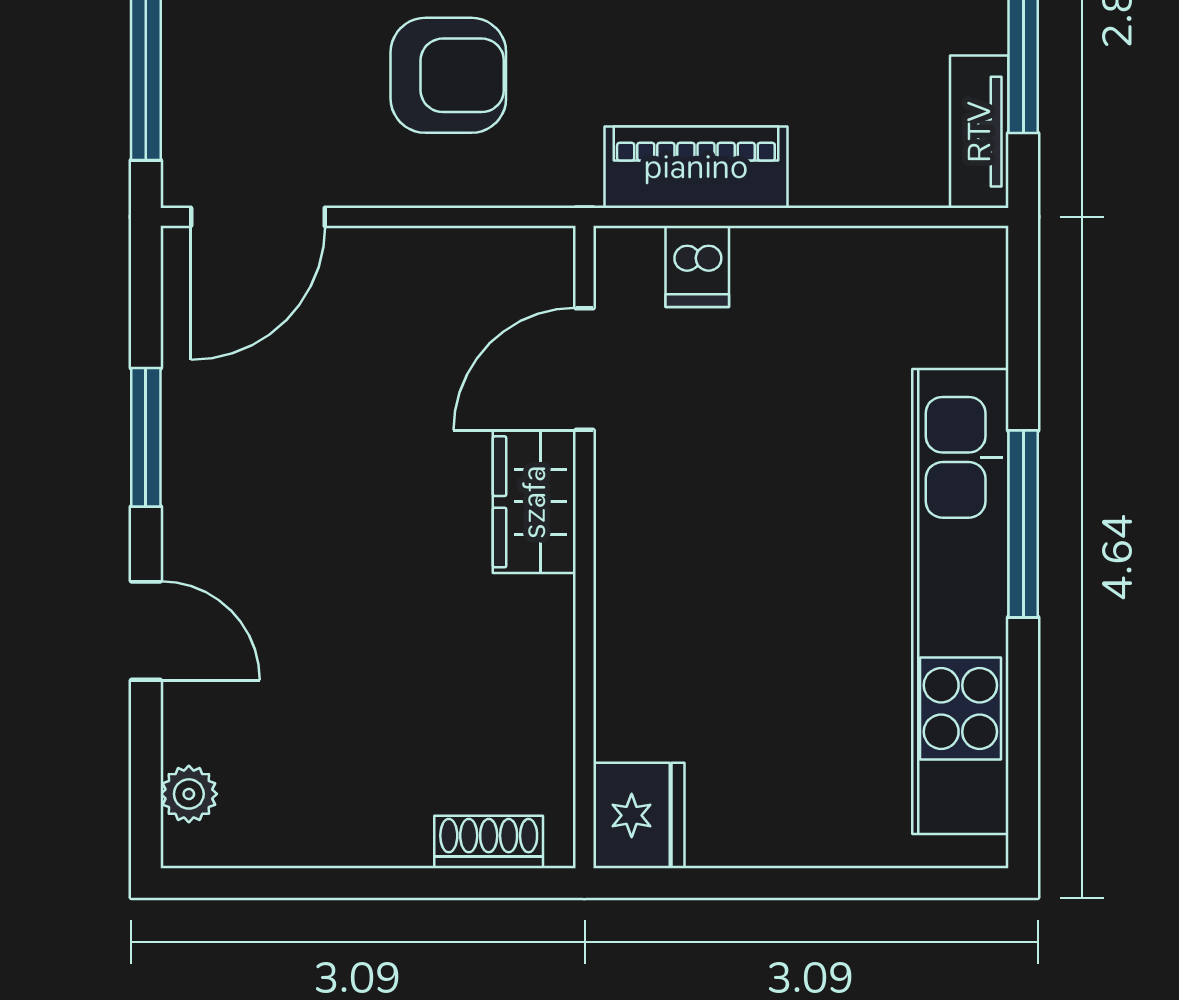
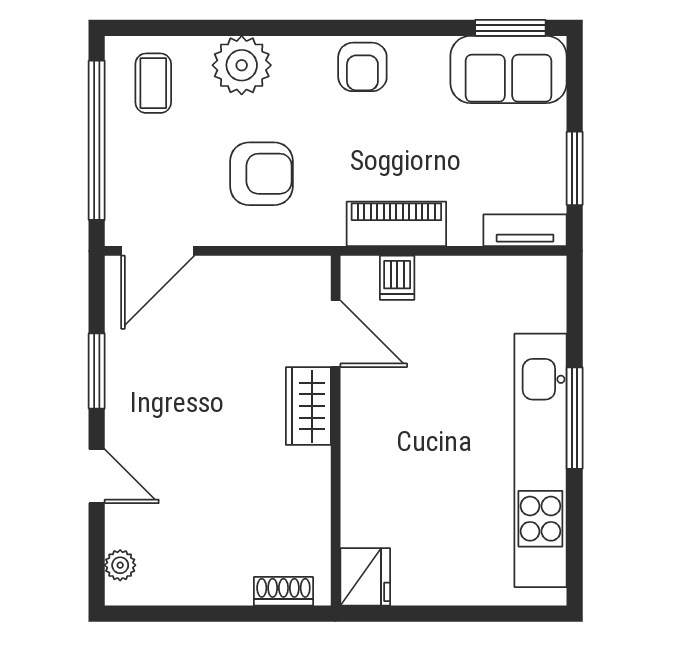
tv unit: (979, 132) -> (525, 230), moved, turned 90
door: (585, 369) -> (336, 334), swing flipped

